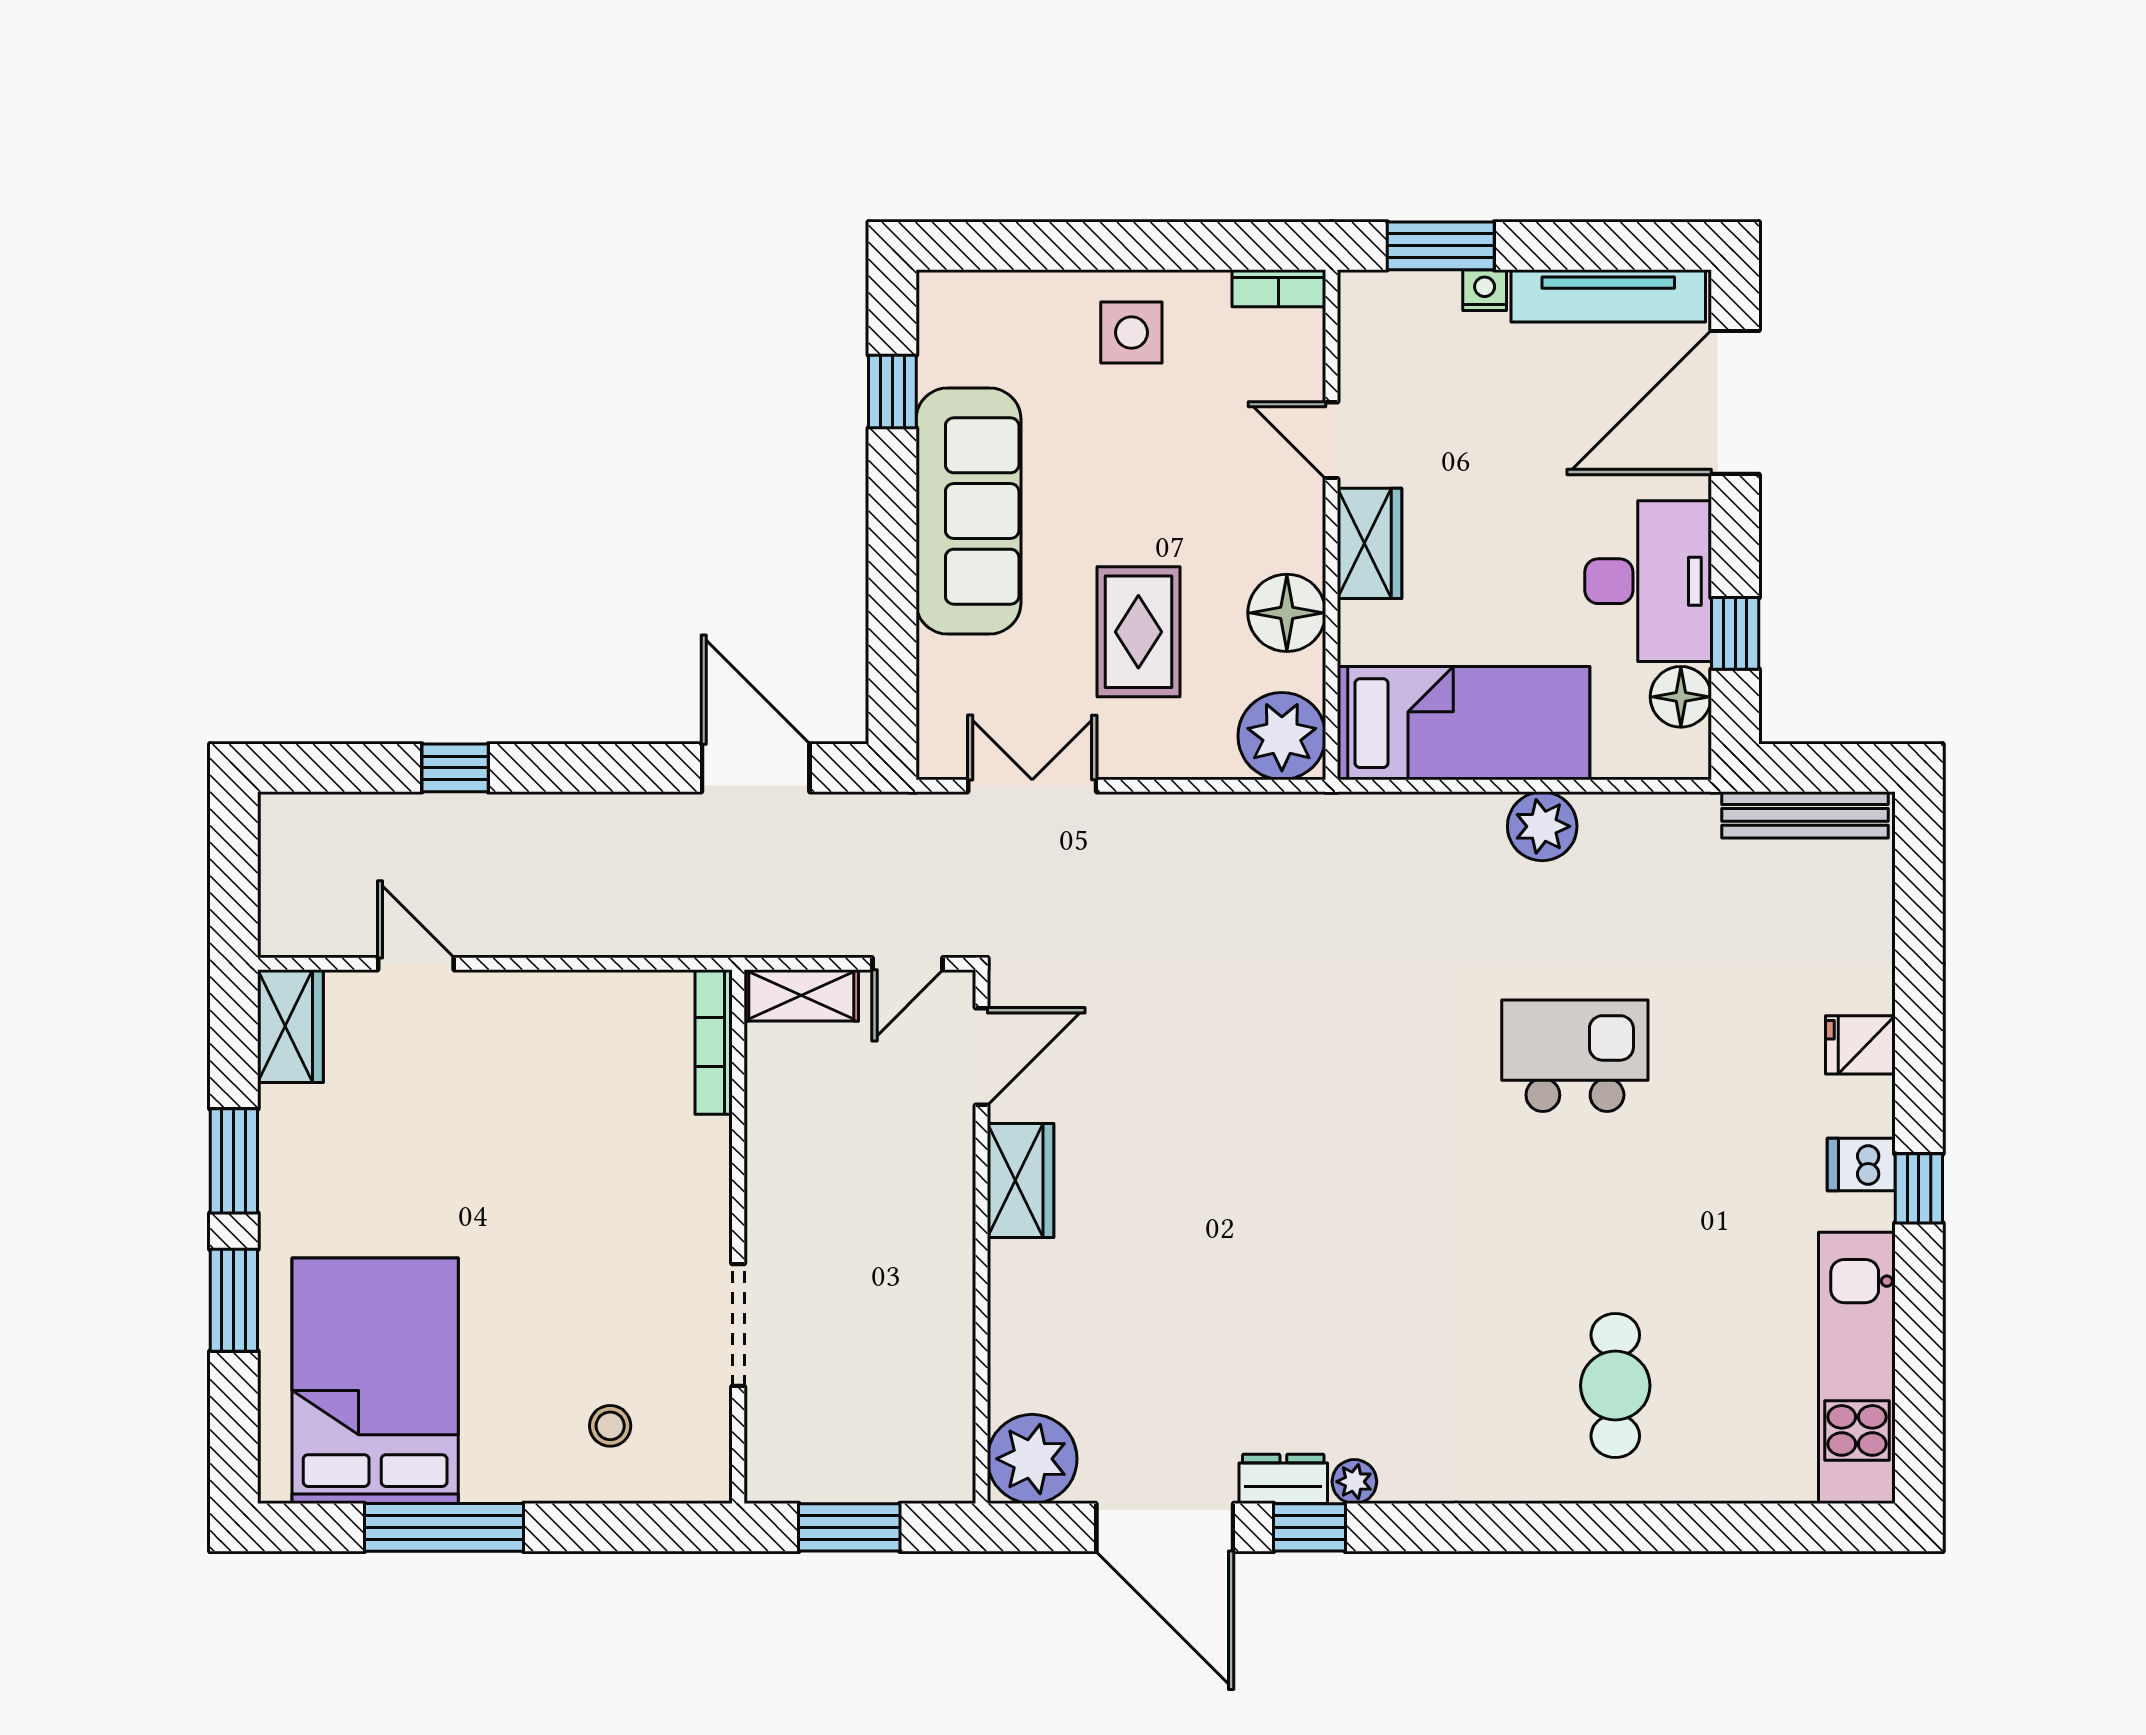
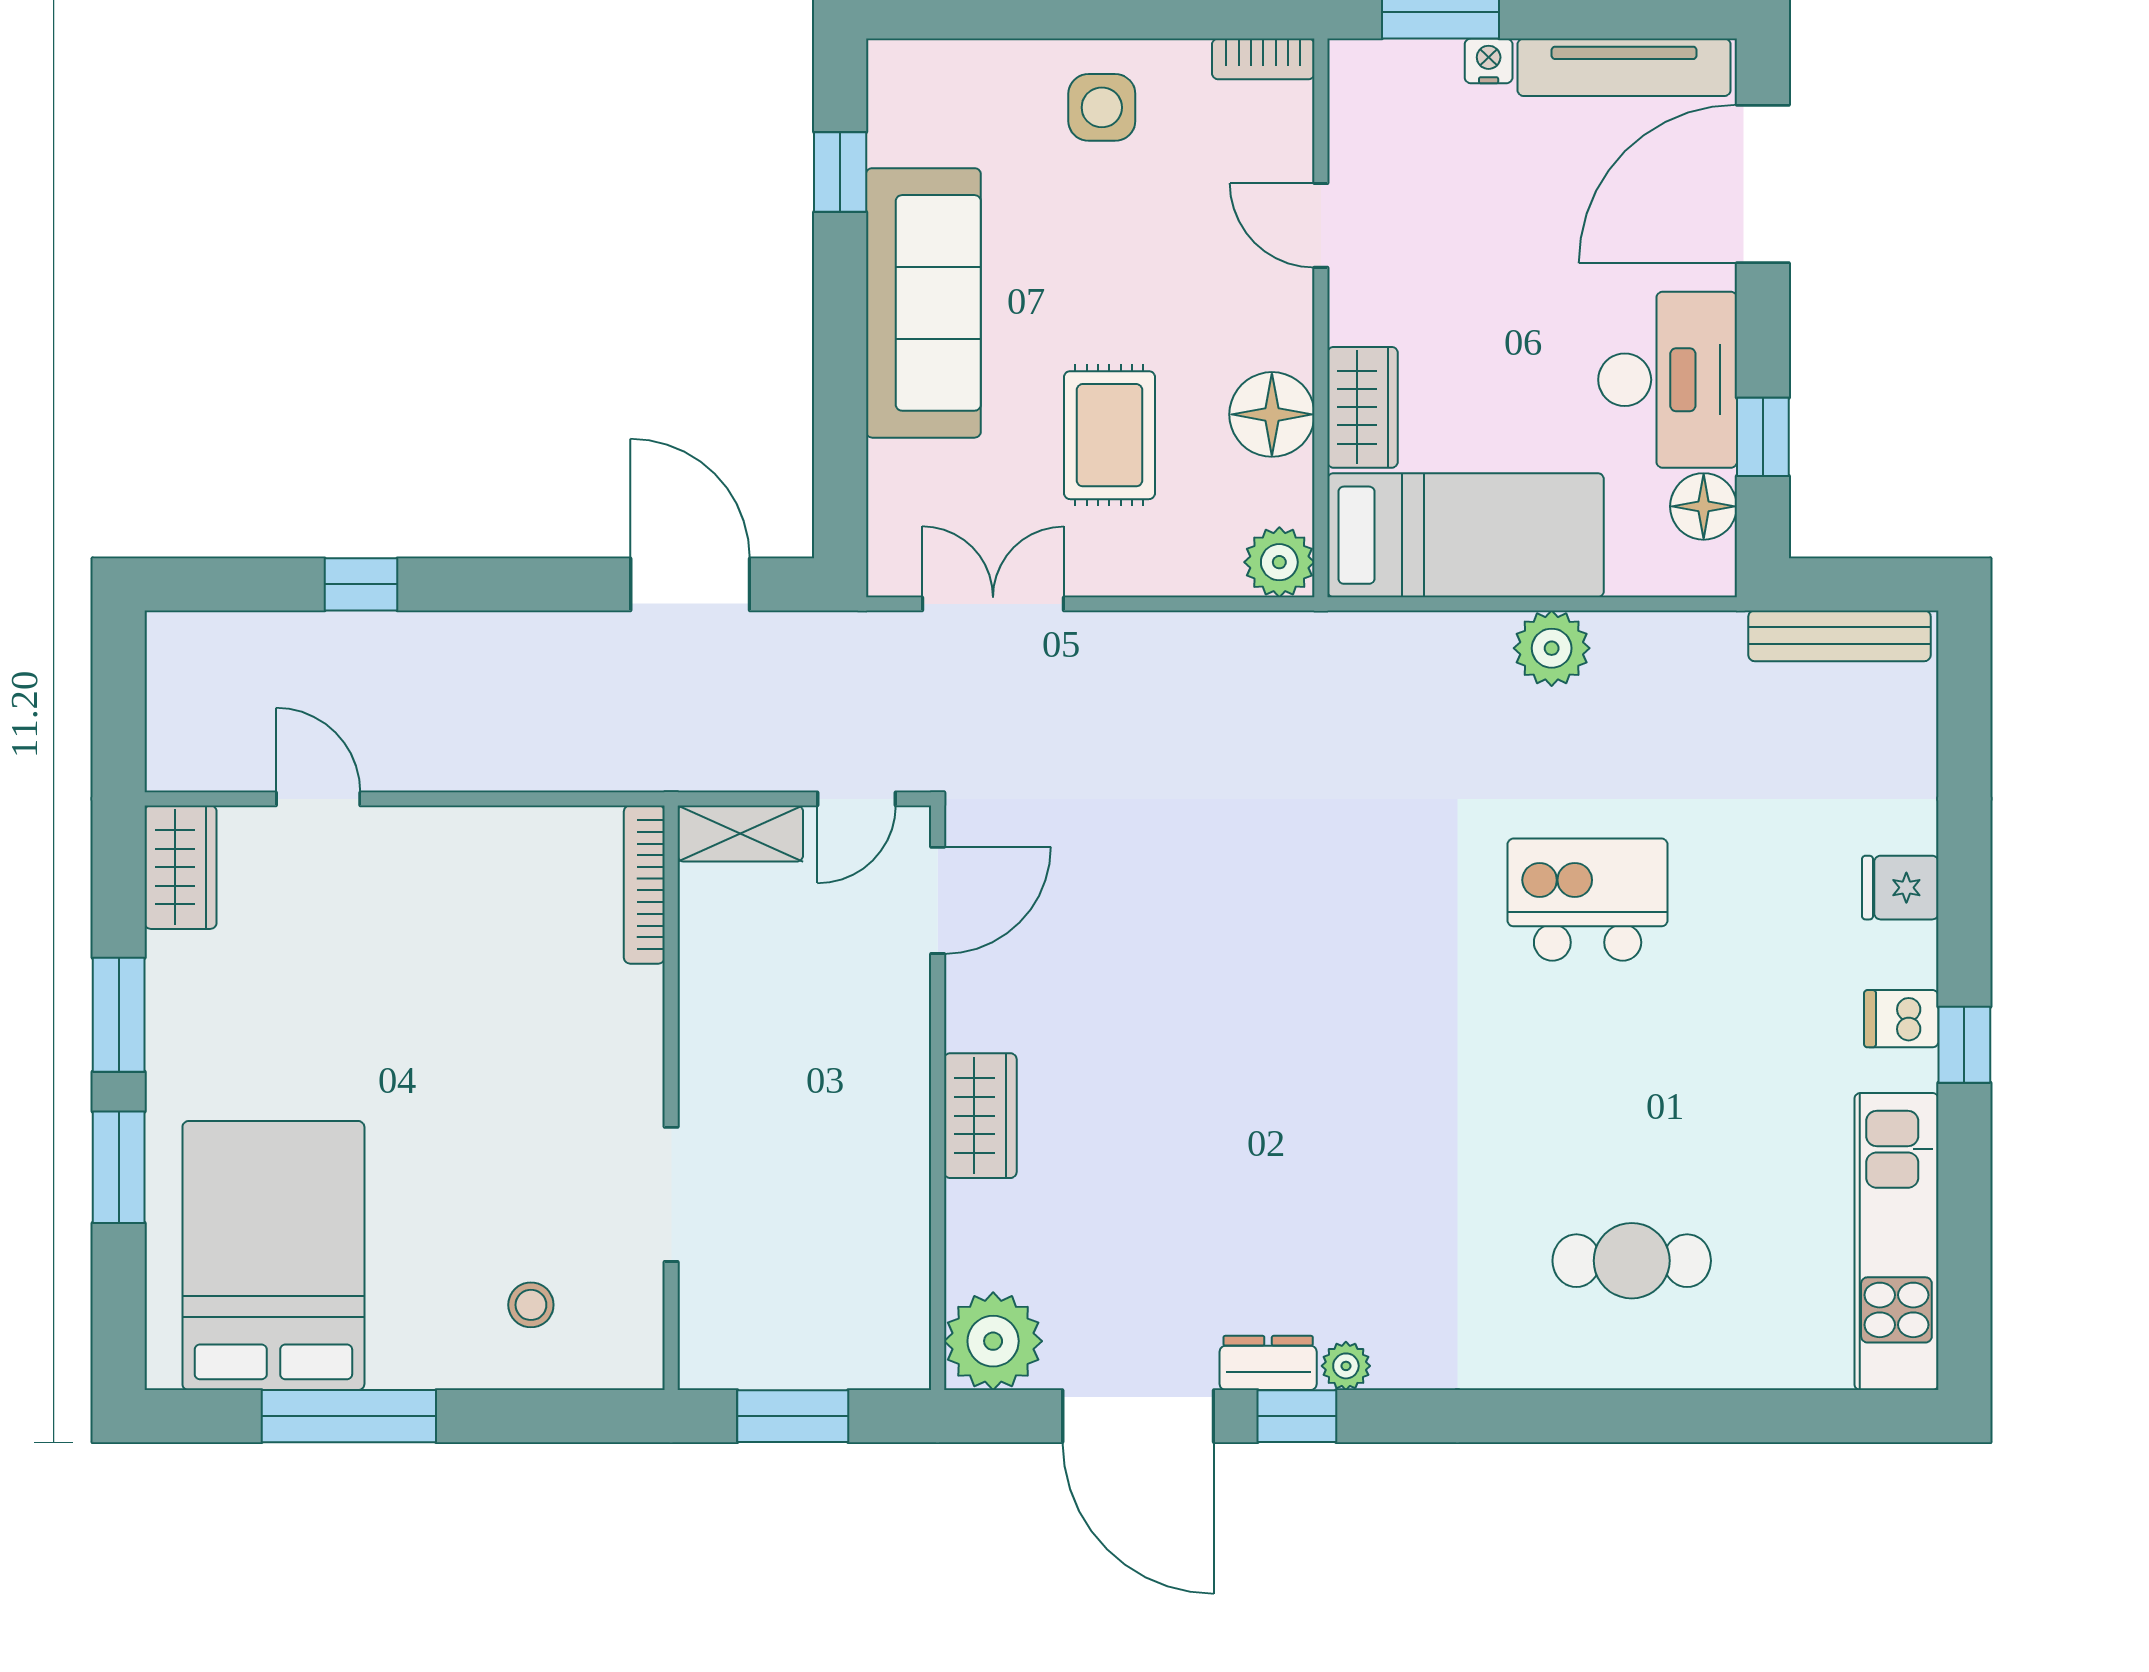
wardrobe: (1370, 543) -> (1363, 407), moved
plant: (1282, 736) -> (1279, 562), width x0.73, depth x0.73
wardrobe: (1020, 1180) -> (980, 1116), moved
cafe table: (1615, 1386) -> (1632, 1261), turned 90

